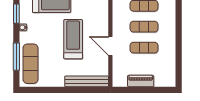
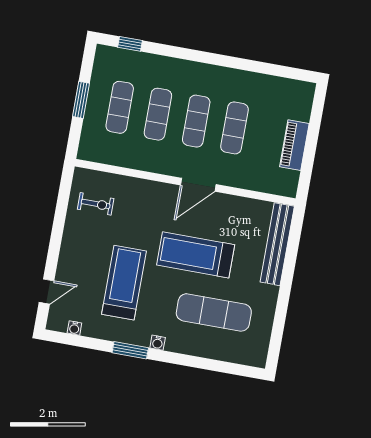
door: (110, 46) -> (198, 185), moved
window: (16, 57) -> (209, 364), removed
exercise mat: (30, 64) -> (214, 312), moved

